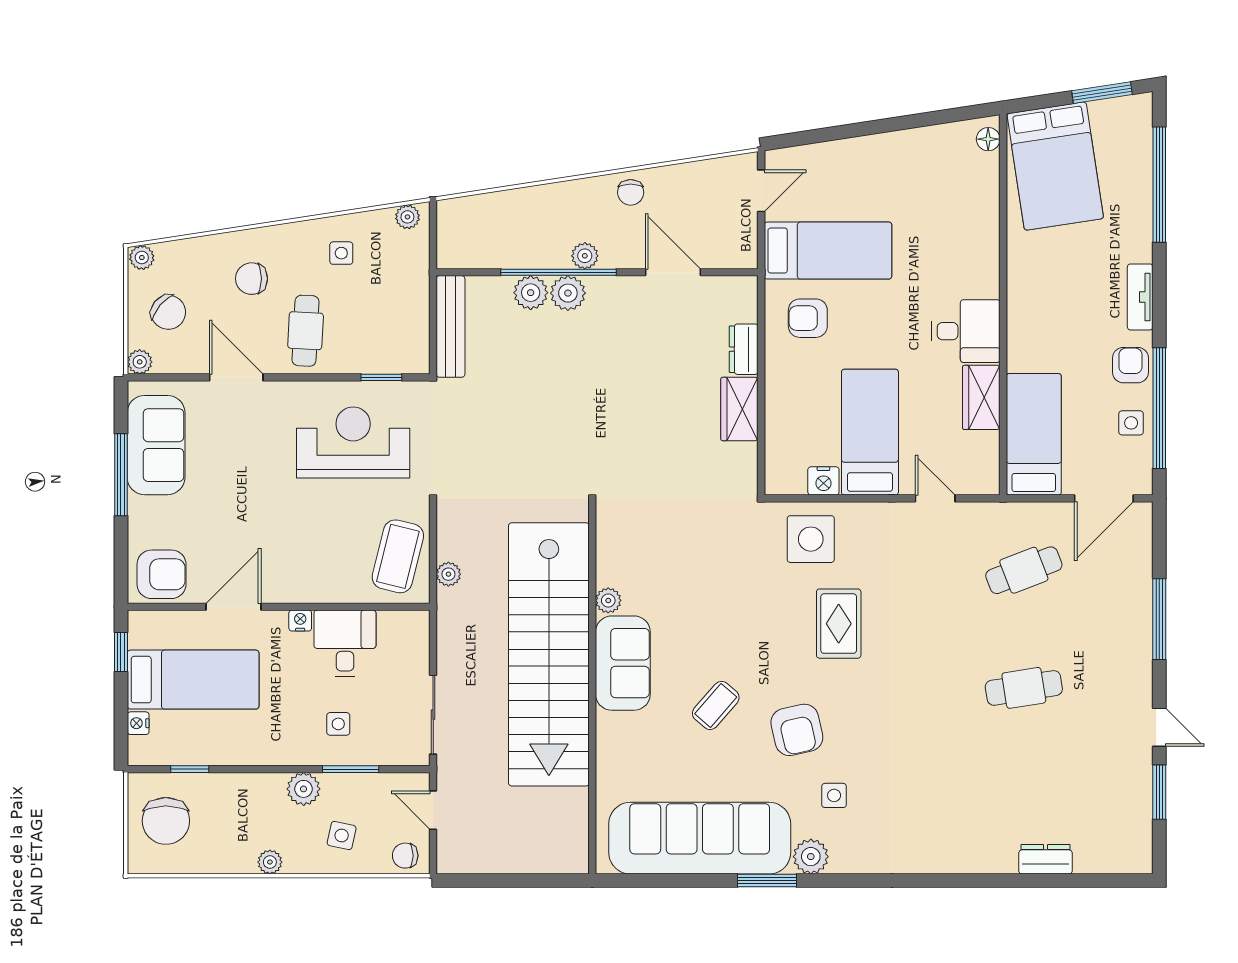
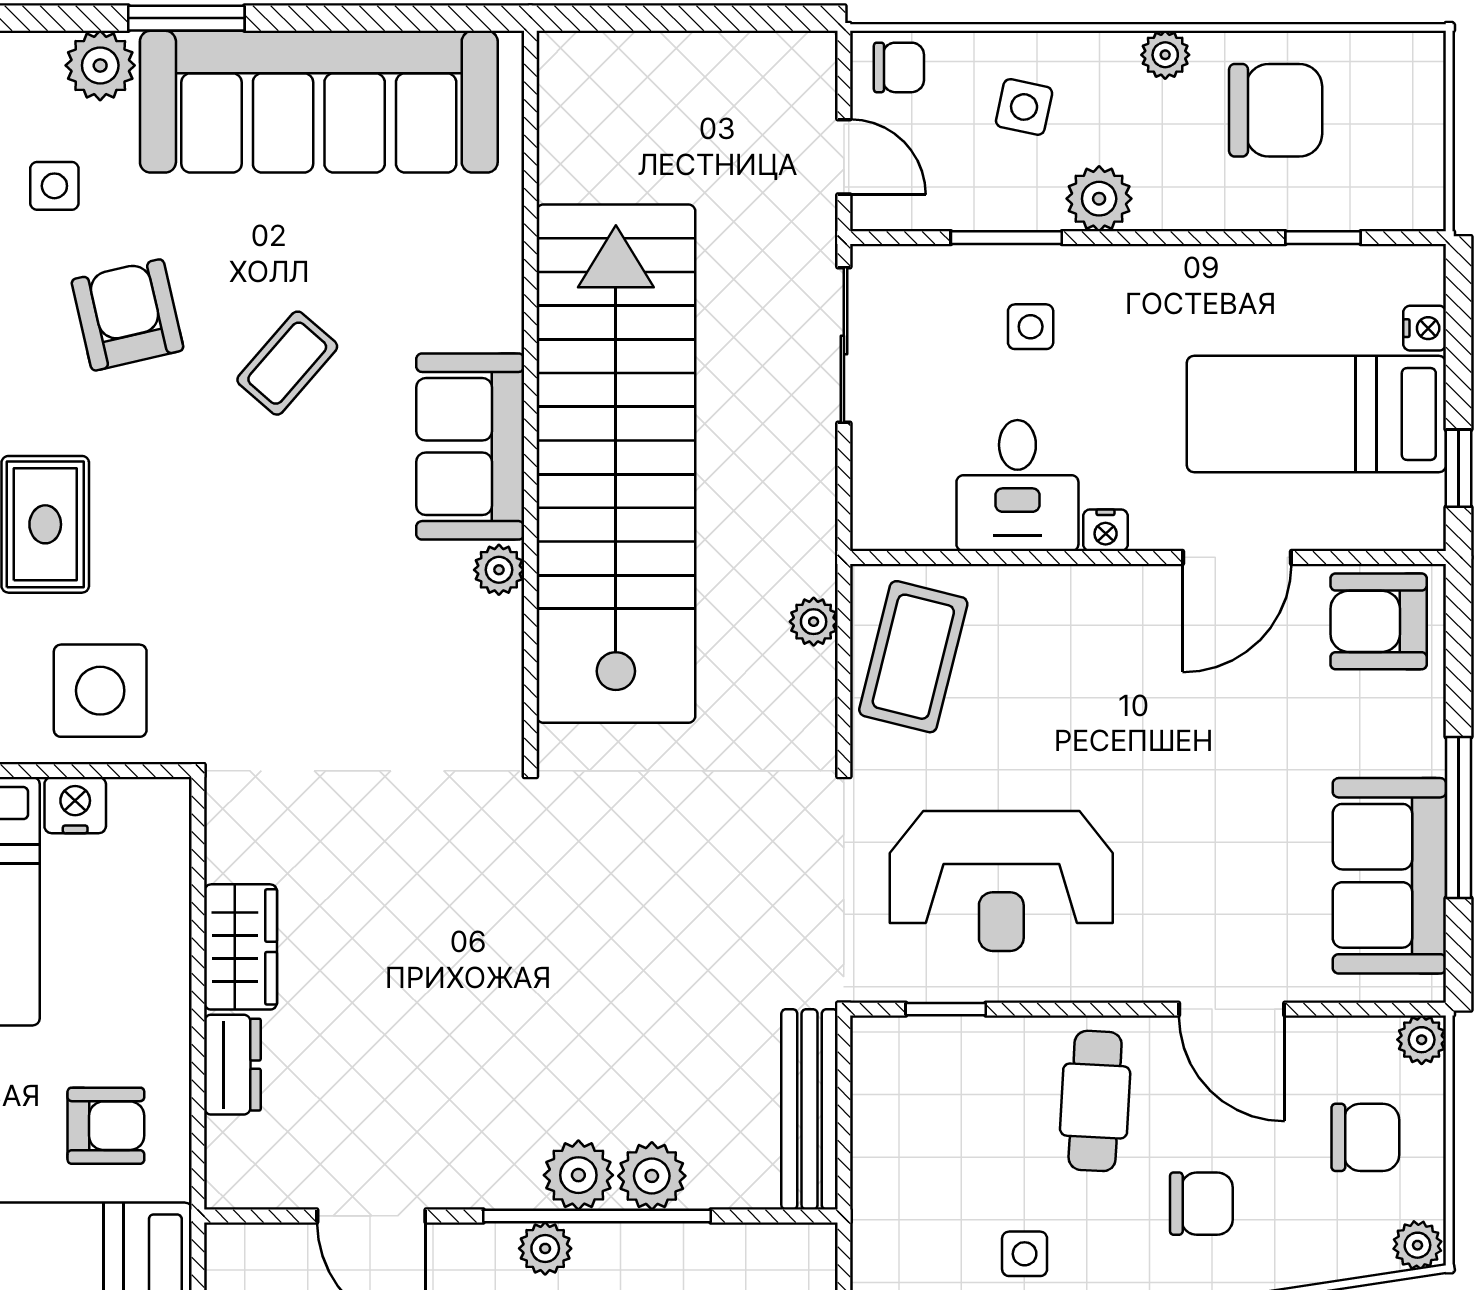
chair: (168, 312) -> (1365, 1137), turned 140
chair: (166, 821) -> (1276, 110), moved, turned 90

